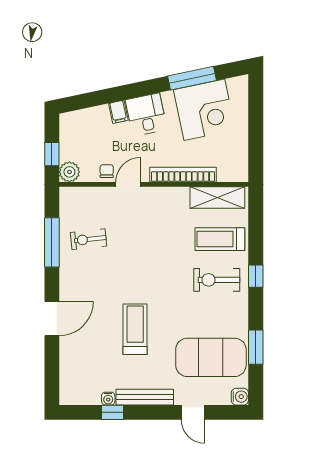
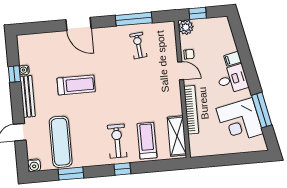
exercise mat: (211, 357) -> (61, 142), width x0.68

